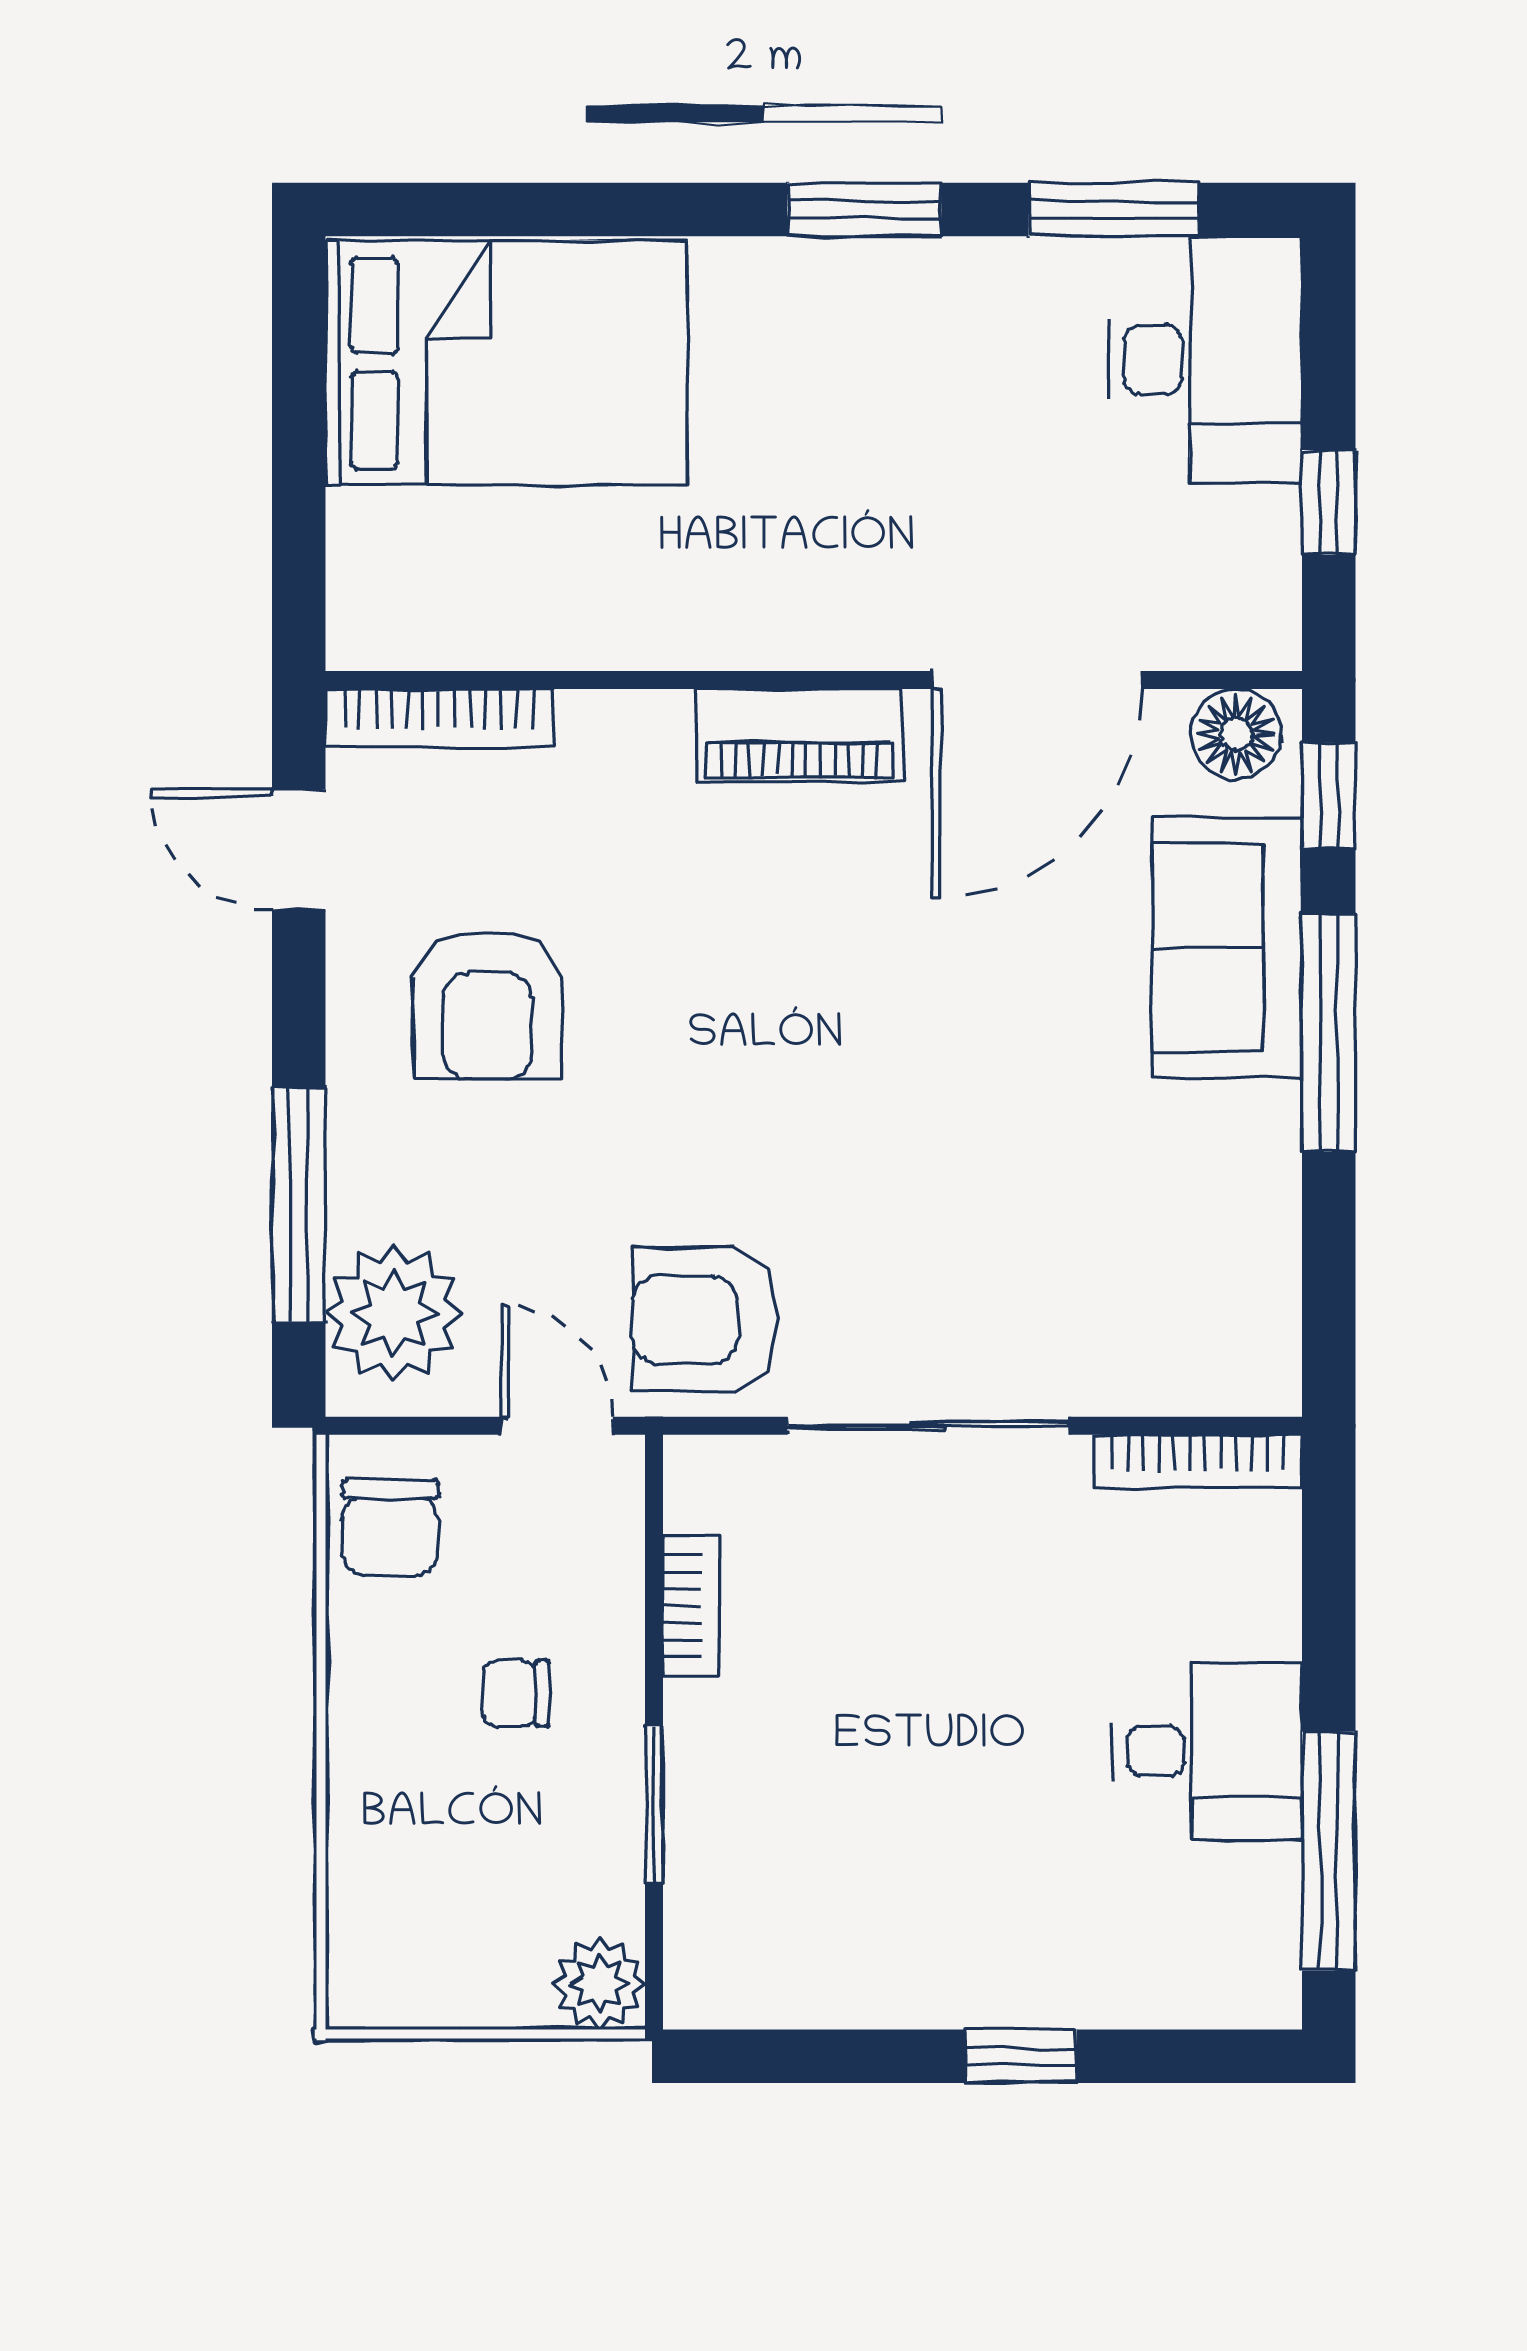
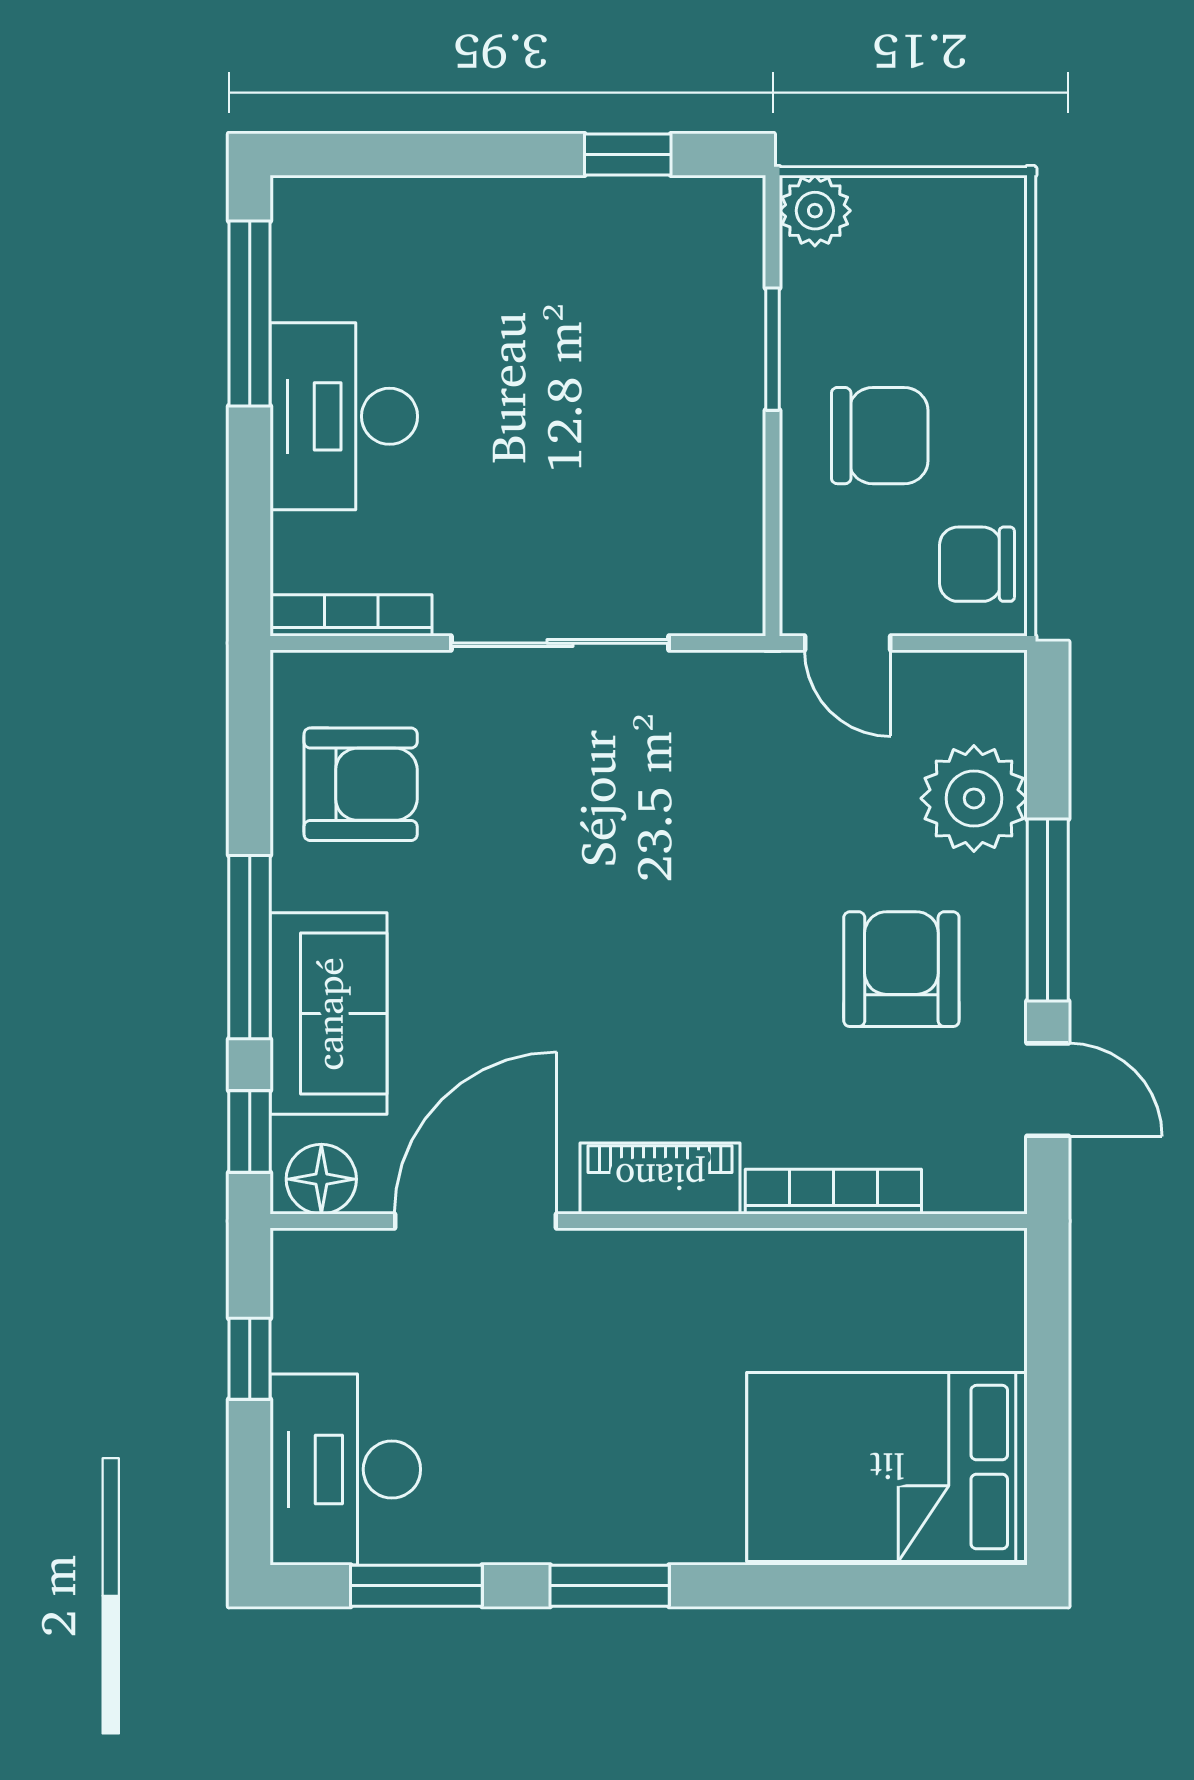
bookcase: (439, 718) -> (833, 1192), moved
window: (299, 1205) -> (1048, 910), moved
plant: (394, 1313) -> (974, 798), moved
armchair: (705, 1320) -> (361, 784), moved
chair: (390, 1528) -> (977, 564), turned -90
bookcase: (691, 1606) -> (744, 504), removed
chair: (516, 1693) -> (880, 436), width x1.87, depth x1.87
desk: (1207, 1751) -> (344, 416), width x1.37
window: (1021, 2056) -> (628, 154), moved

